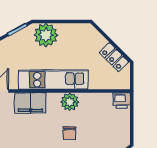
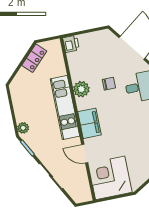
plant: (46, 35) -> (23, 128), width x0.53, depth x0.53

